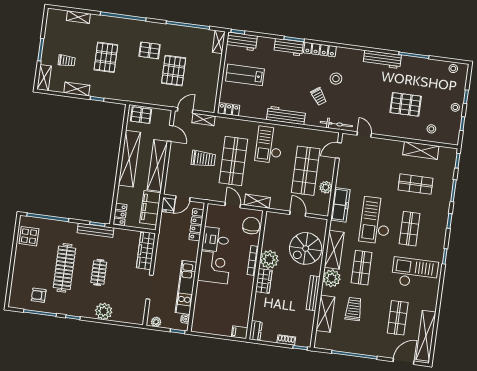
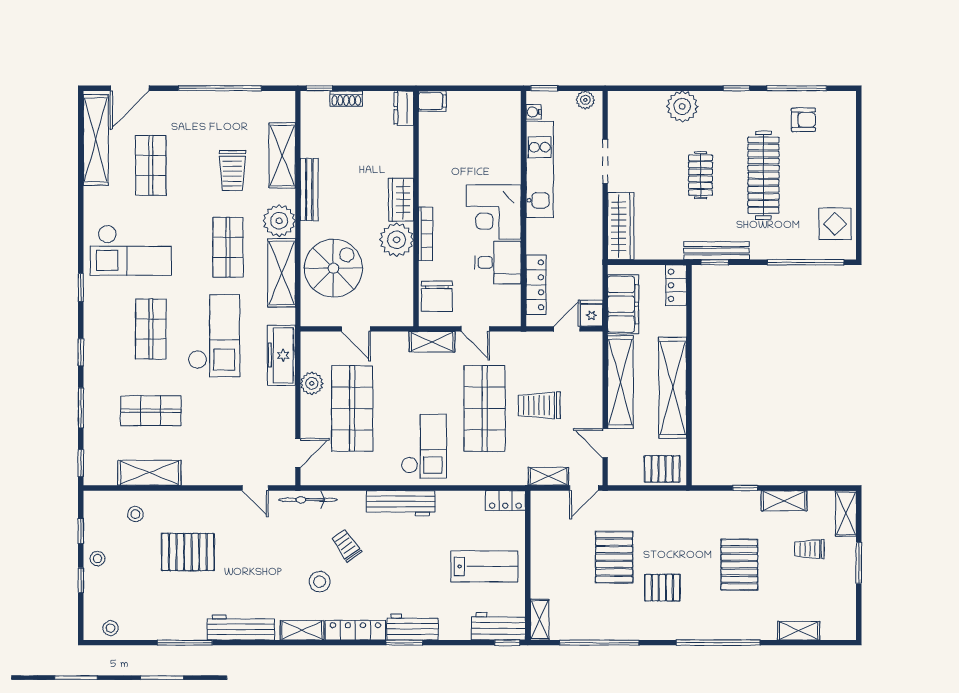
shelving: (349, 53) -> (302, 630), added

